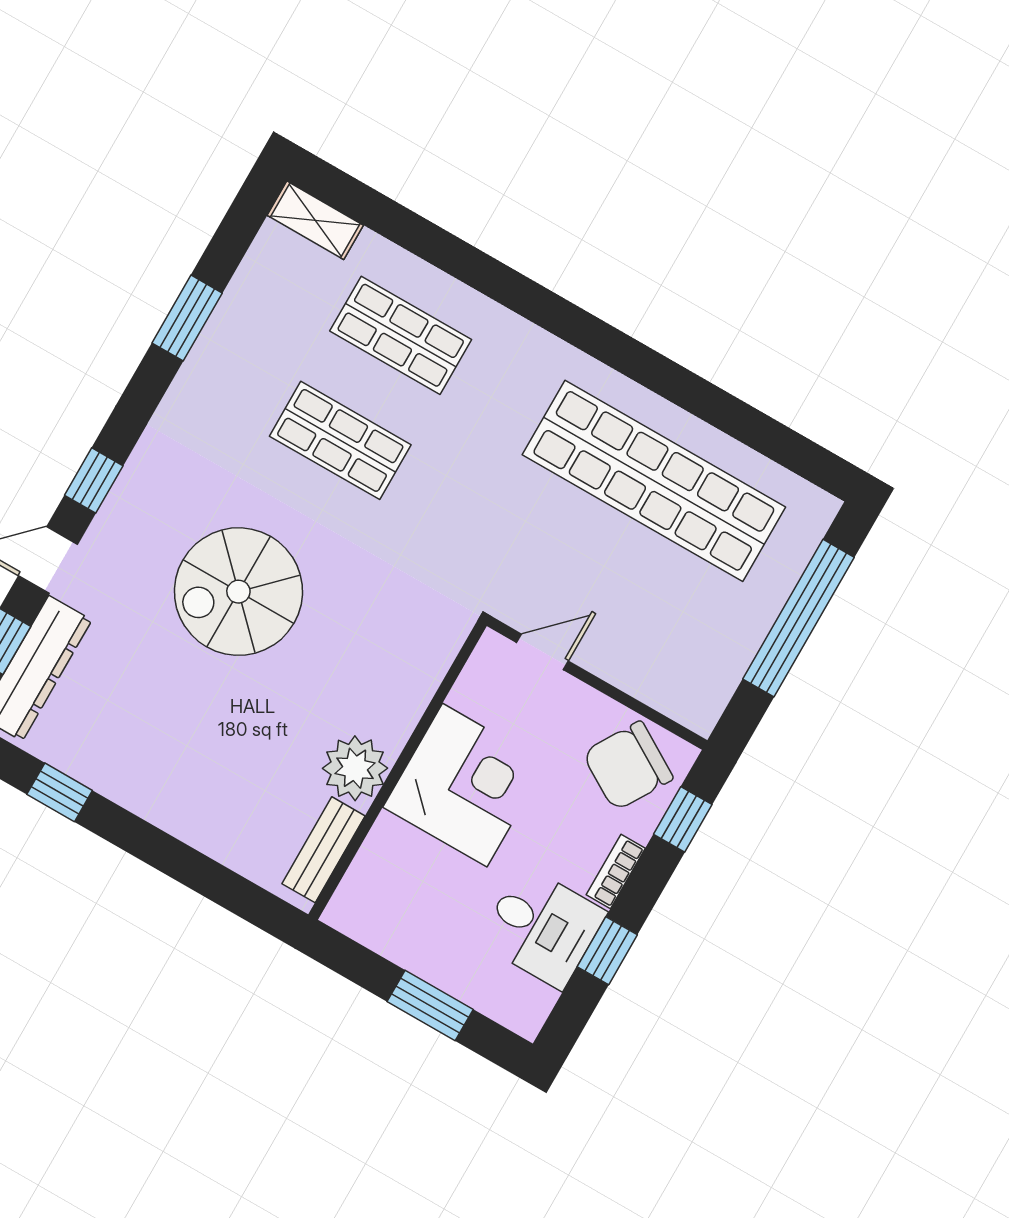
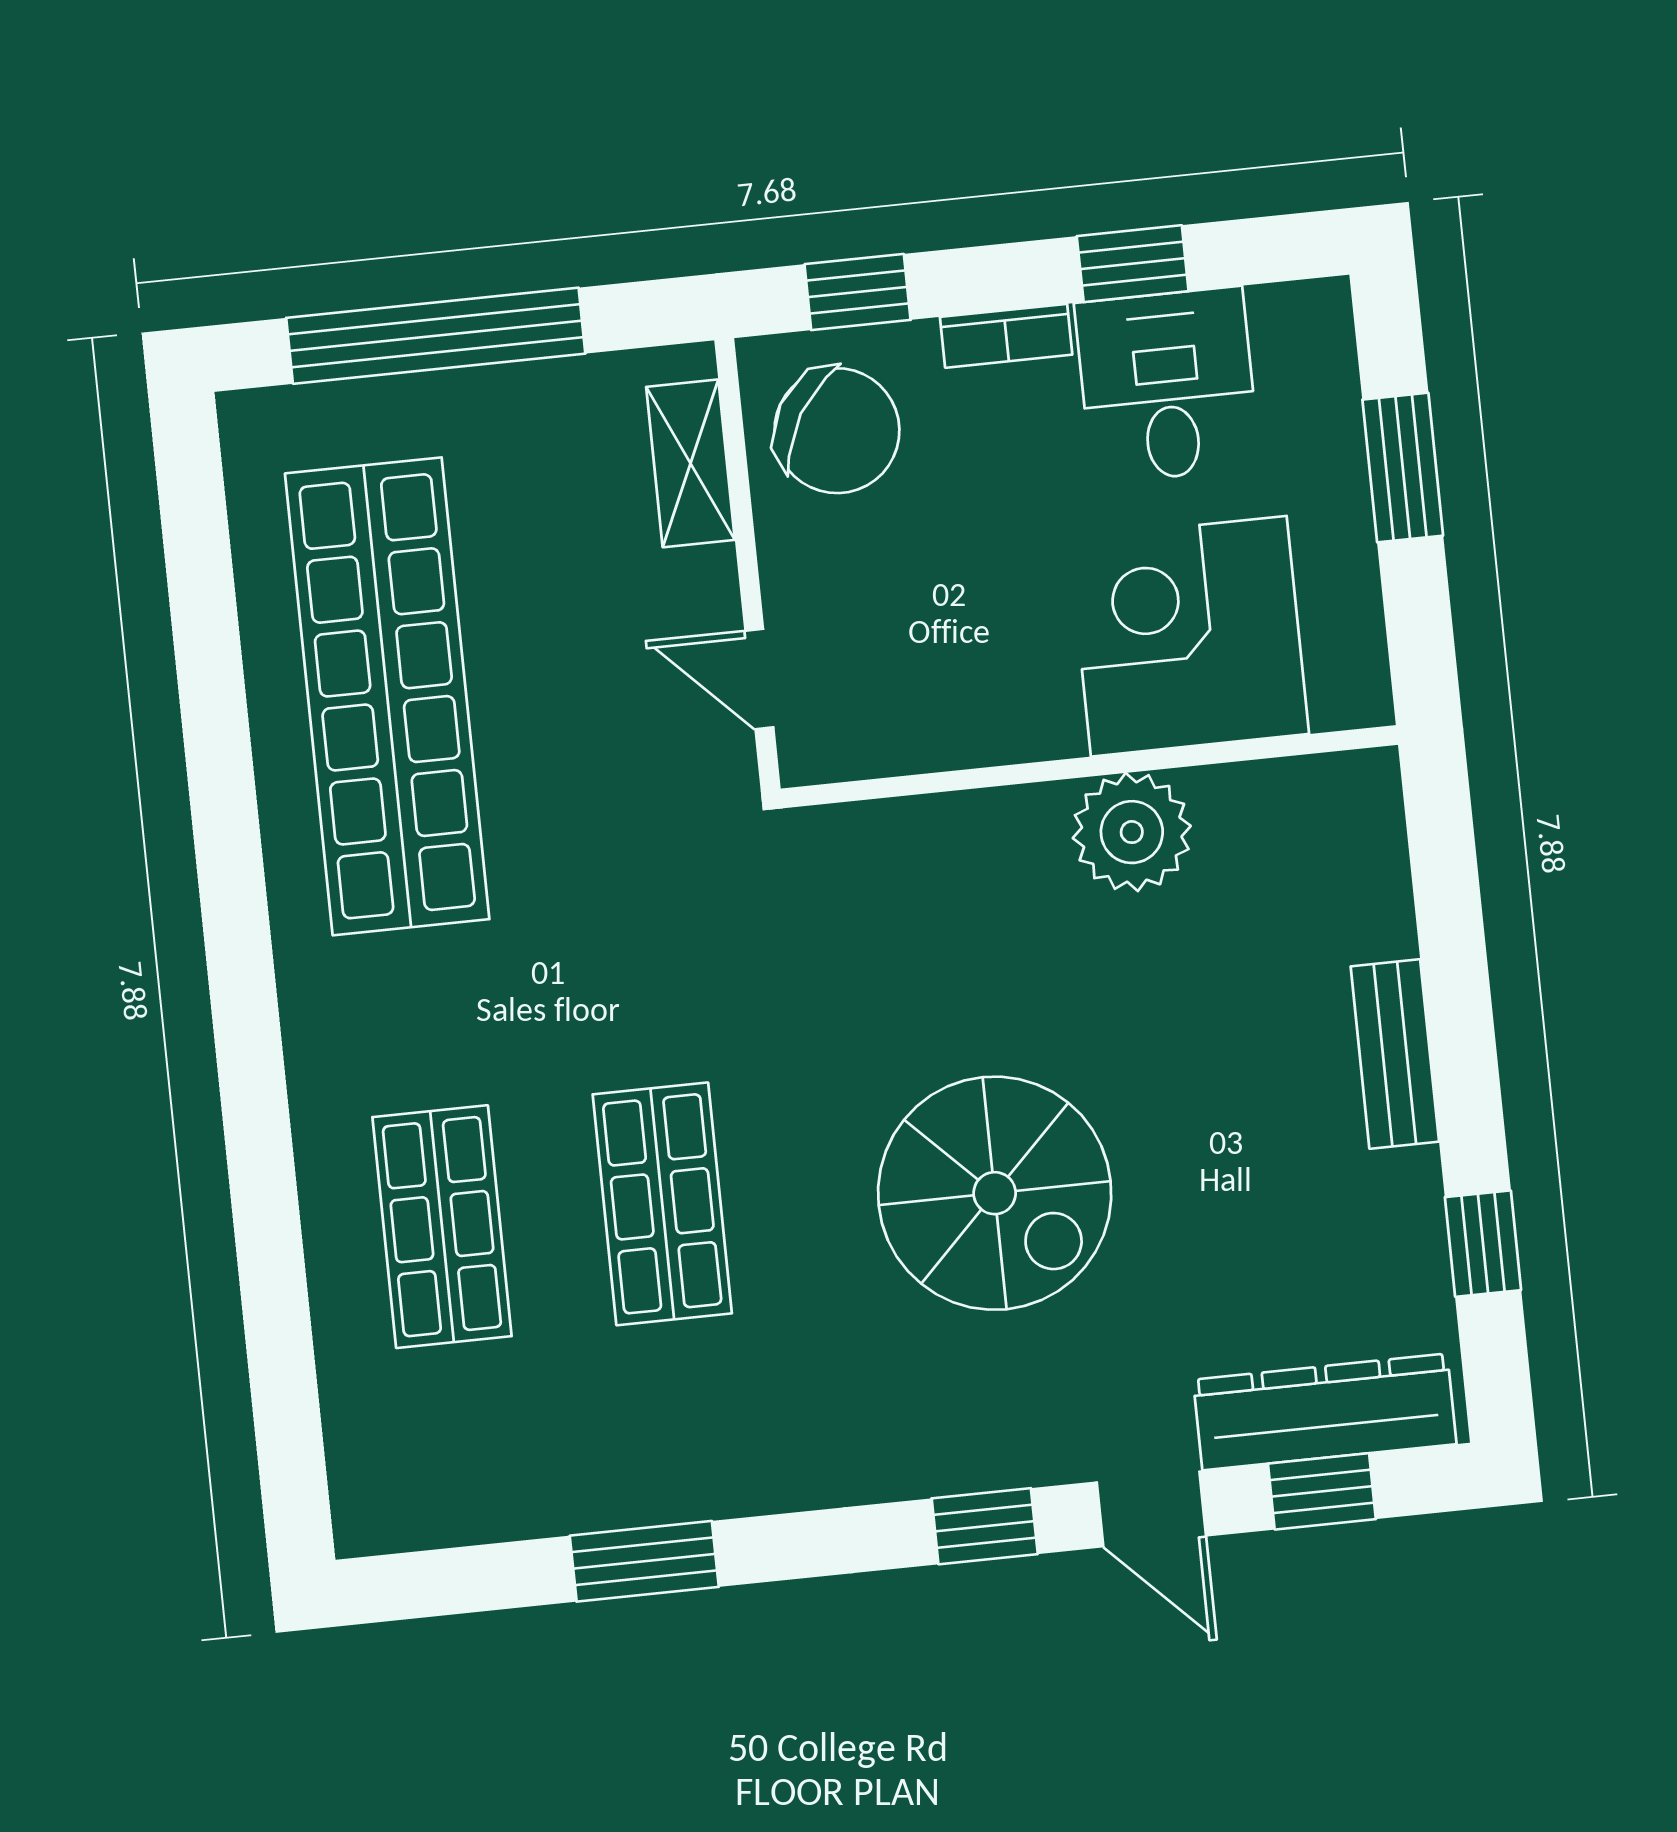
shelving: (315, 220) -> (691, 463), moved
corner desk: (465, 785) -> (1189, 636), moved
bench: (323, 850) -> (1395, 1054), moved, turned 90

